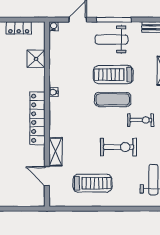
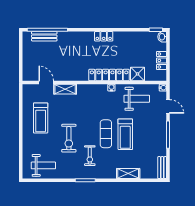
weight bench: (111, 40) -> (137, 99), moved, turned 90
treadmill: (113, 75) -> (125, 134), turned 180
locker: (37, 118) -> (109, 75), moved
door: (47, 176) -> (46, 83), hinge flipped

